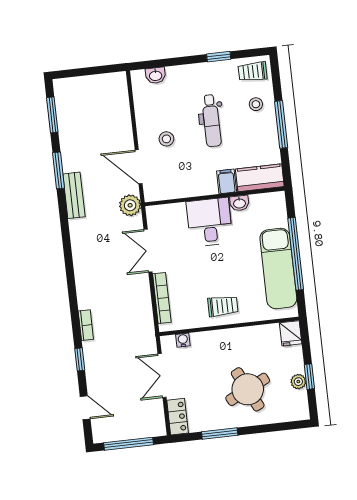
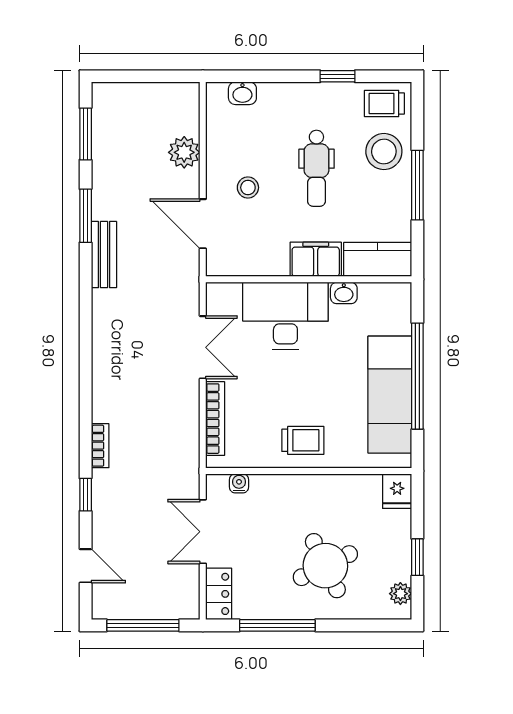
stool: (256, 104) -> (384, 152), width x1.89, depth x1.89
filing cabinet: (227, 181) -> (316, 259), width x2.00
plant: (130, 205) -> (184, 152), moved
desk: (209, 222) -> (285, 316), width x1.37
double door: (148, 251) -> (203, 347), swing flipped
plant: (298, 382) -> (400, 594), moved
window: (220, 433) -> (277, 625), width x1.44

